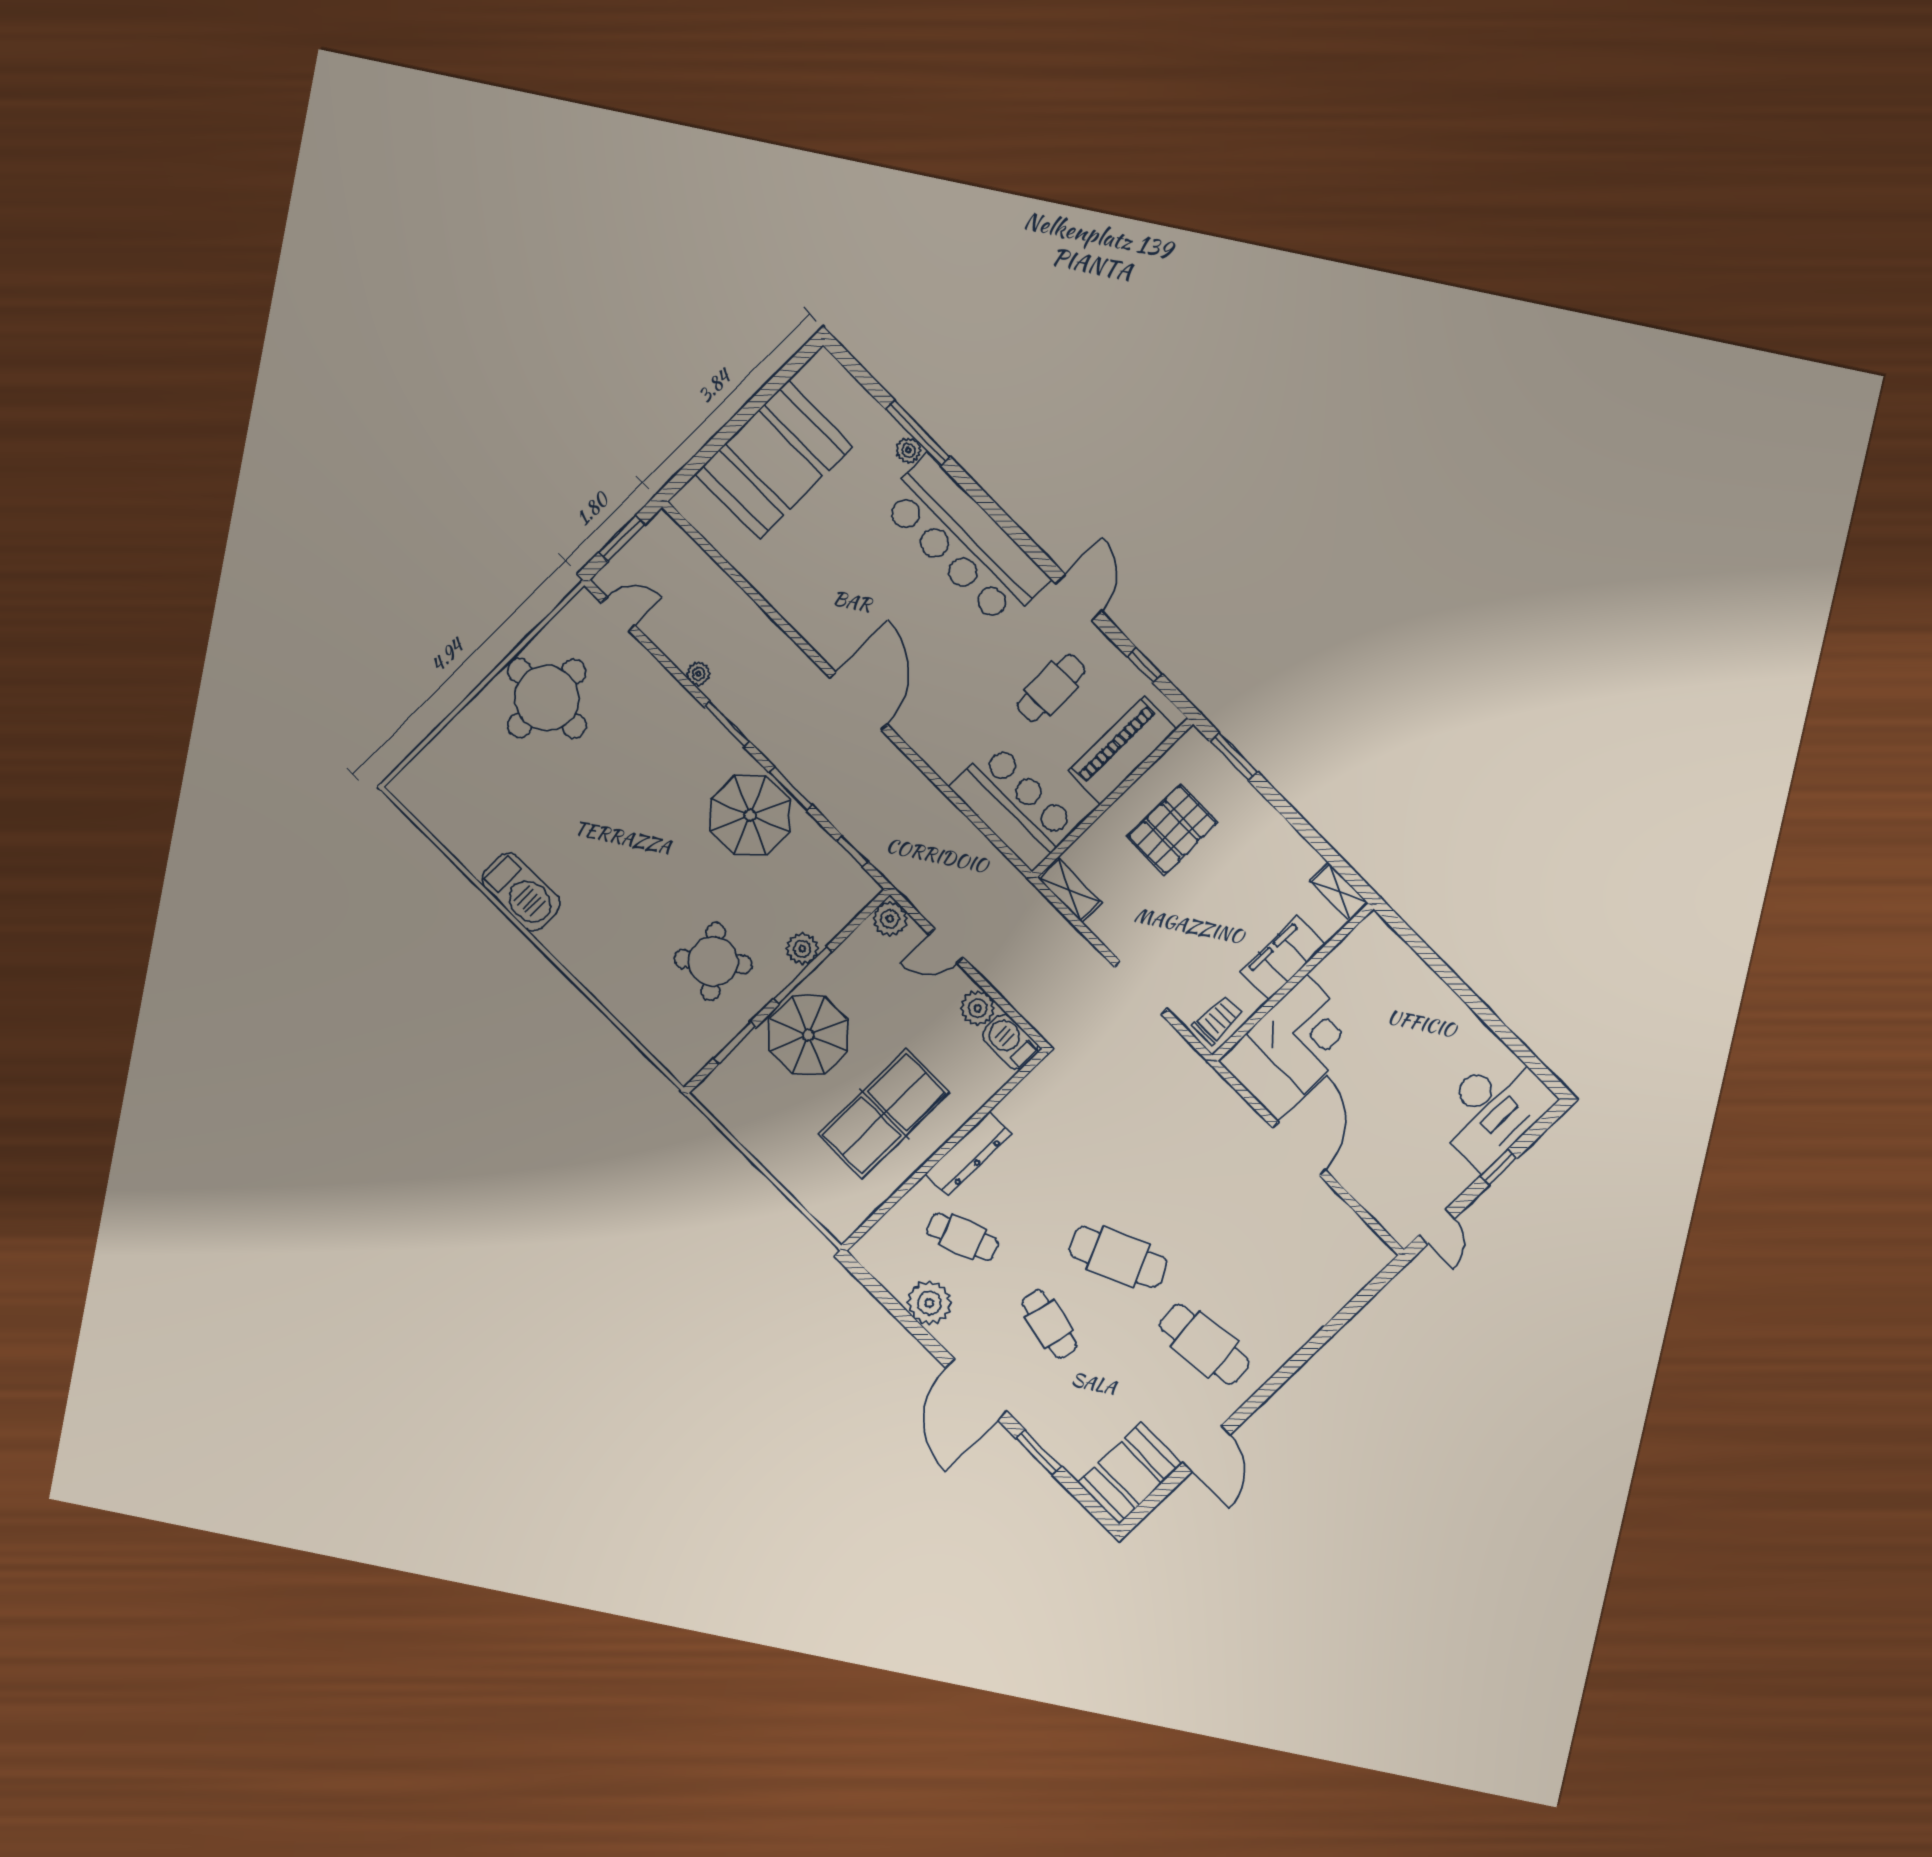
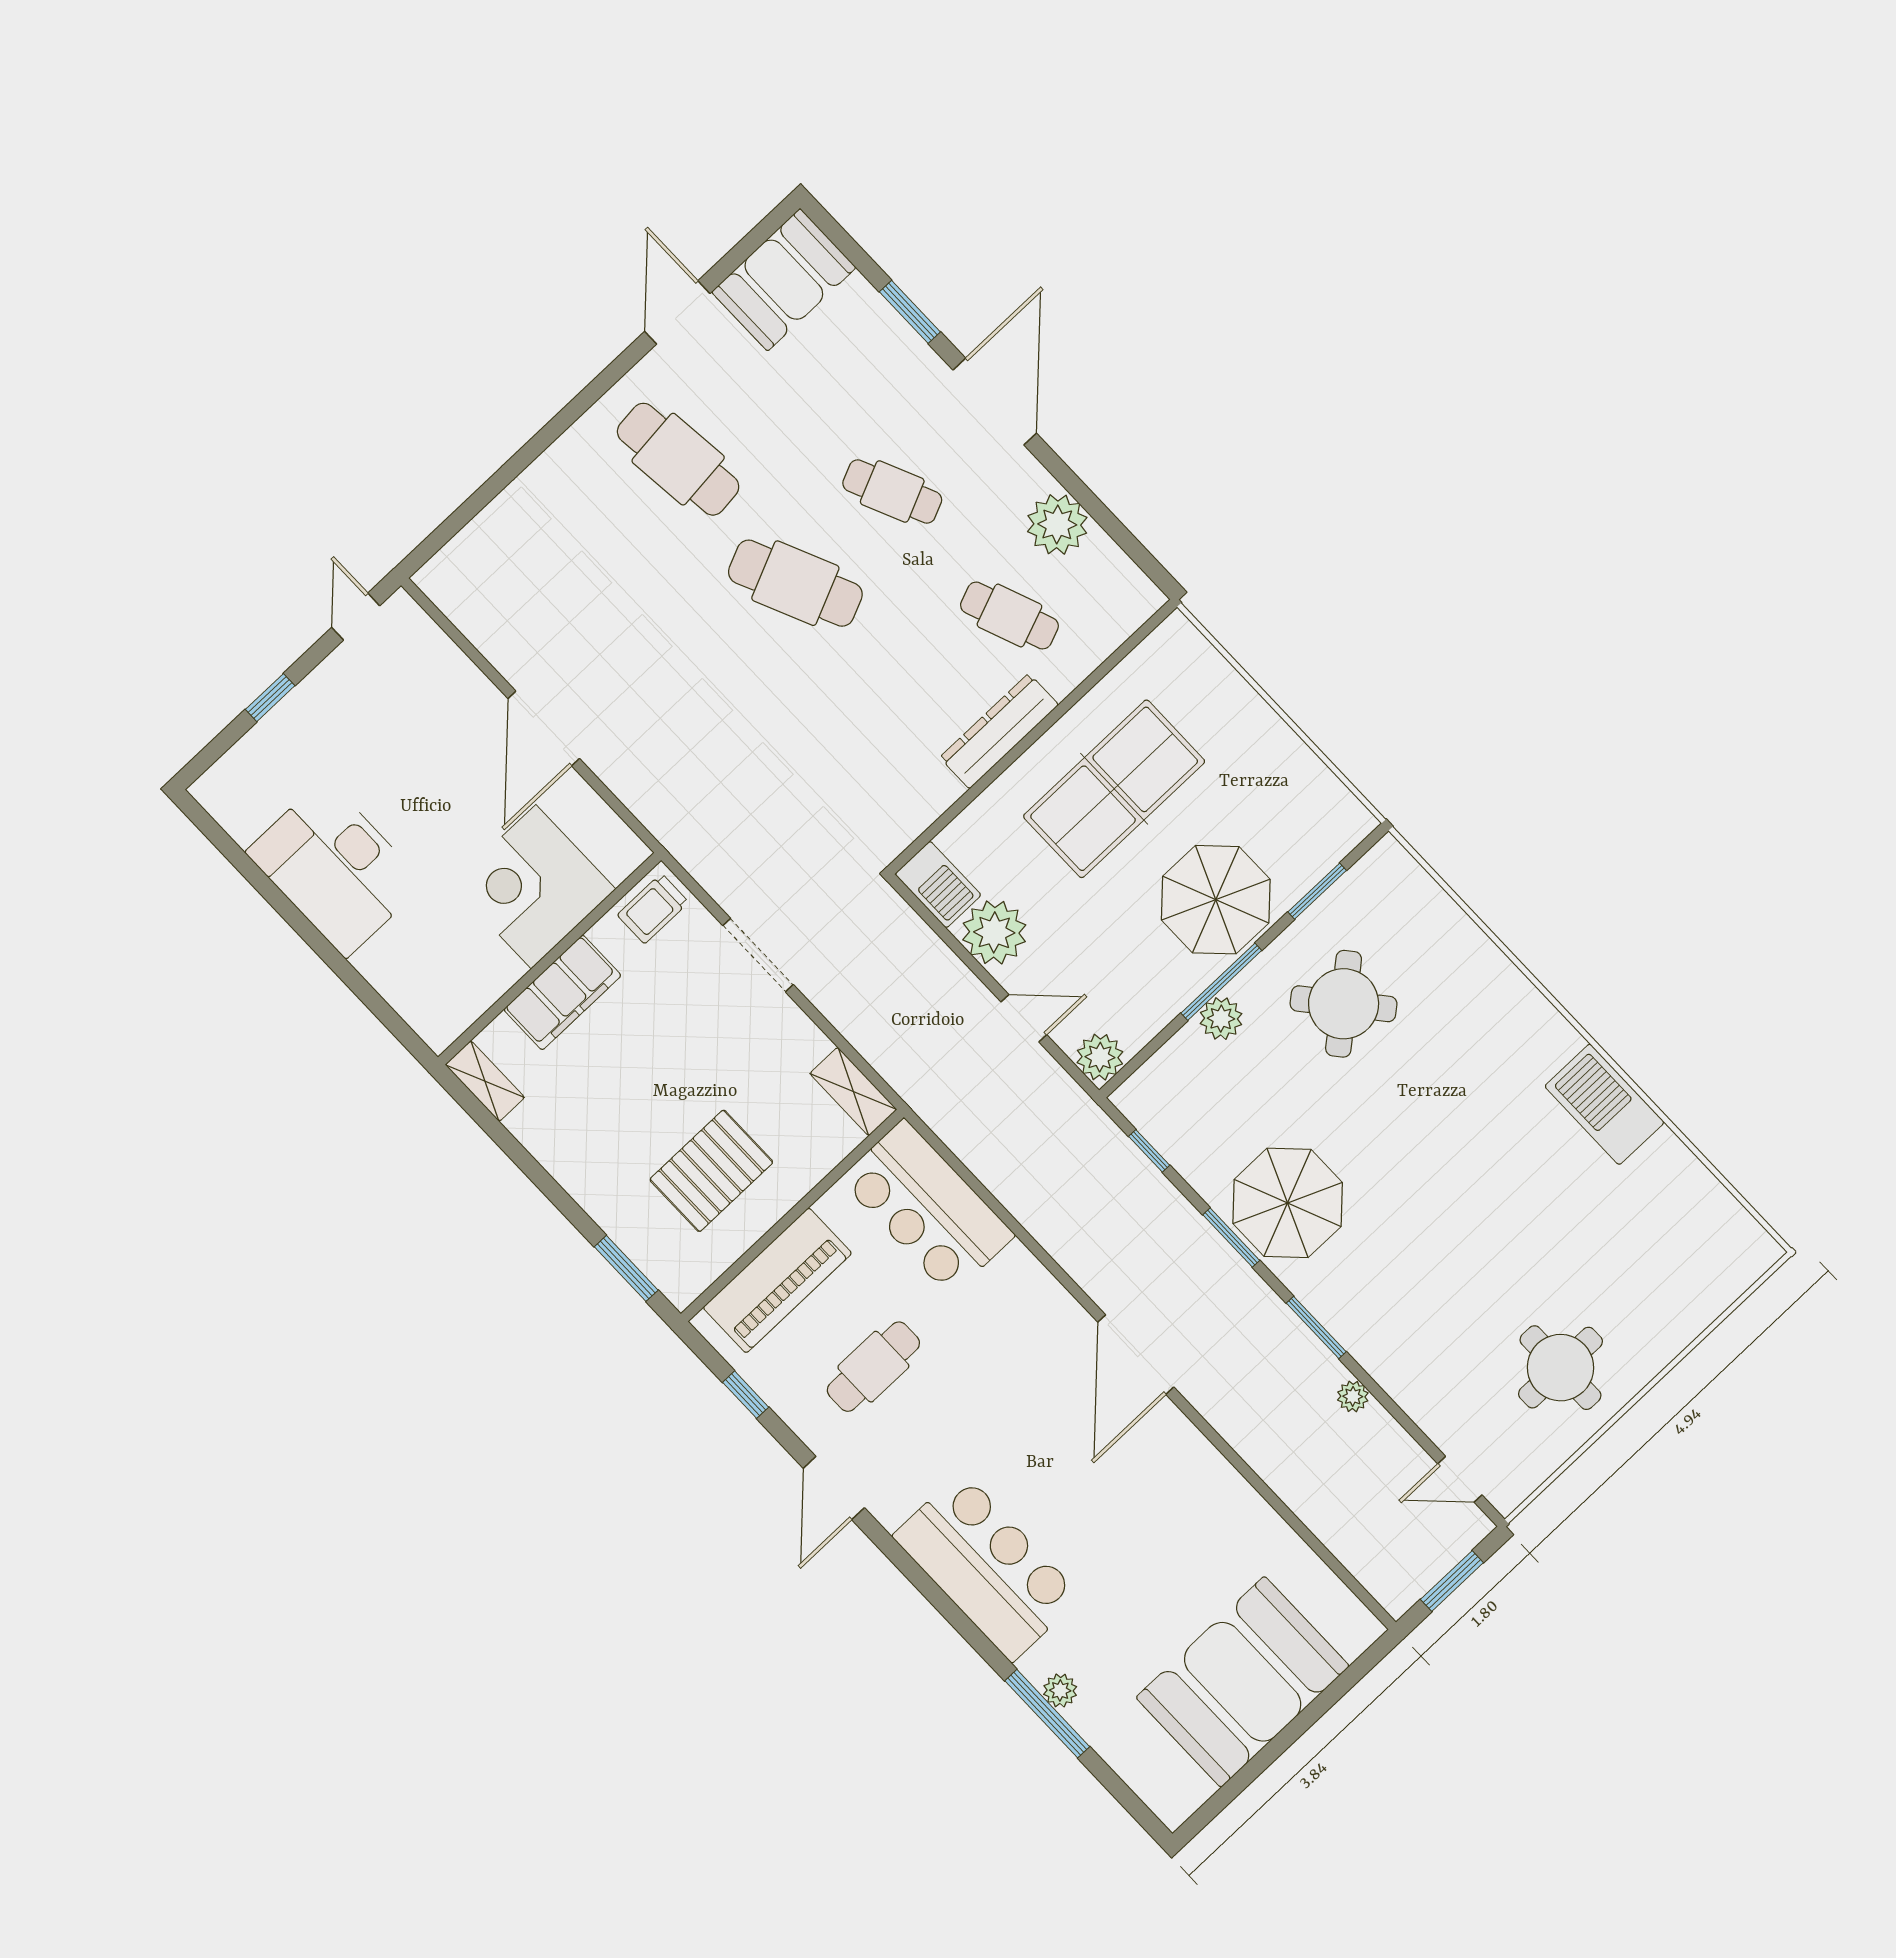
bar counter: (965, 542) -> (987, 1566), width x0.73
round table: (547, 698) -> (1560, 1368), width x0.73, depth x0.73
plant: (978, 1008) -> (994, 932), width x1.36, depth x1.36
desk: (1493, 1108) -> (335, 868), moved, turned -90
cafe table: (1049, 1324) -> (892, 492), turned -36

